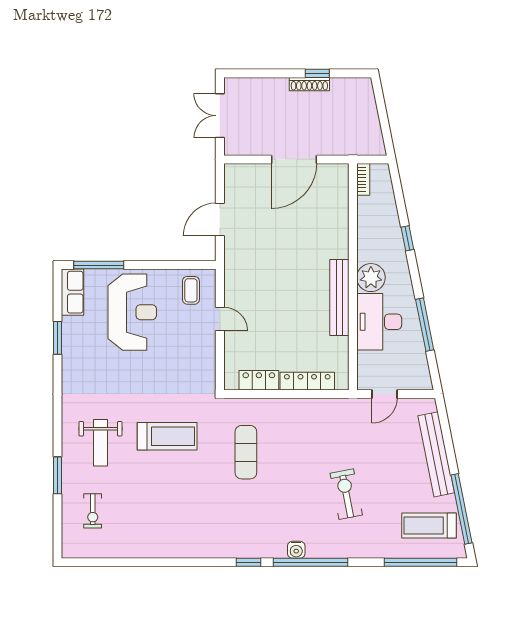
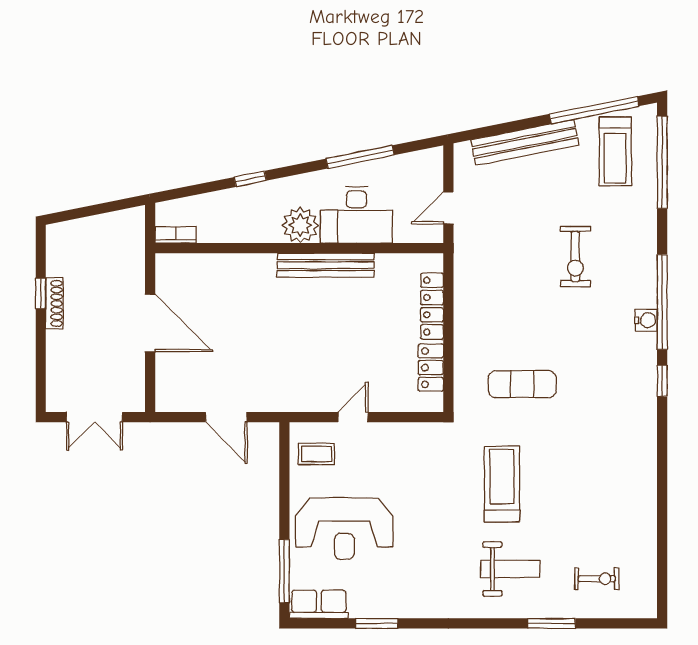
reception desk: (132, 312) -> (344, 529), turned 180
door: (384, 394) -> (448, 208), swing flipped
exercise bike: (346, 494) -> (575, 257), turned -79

